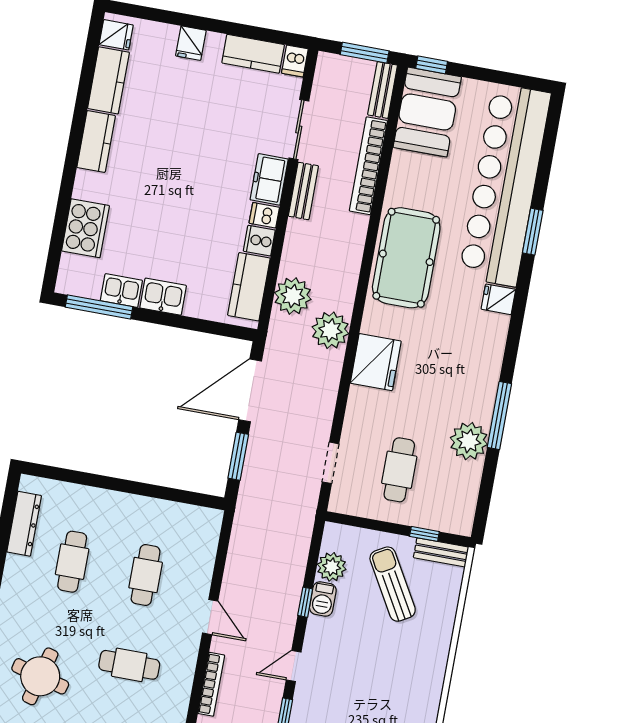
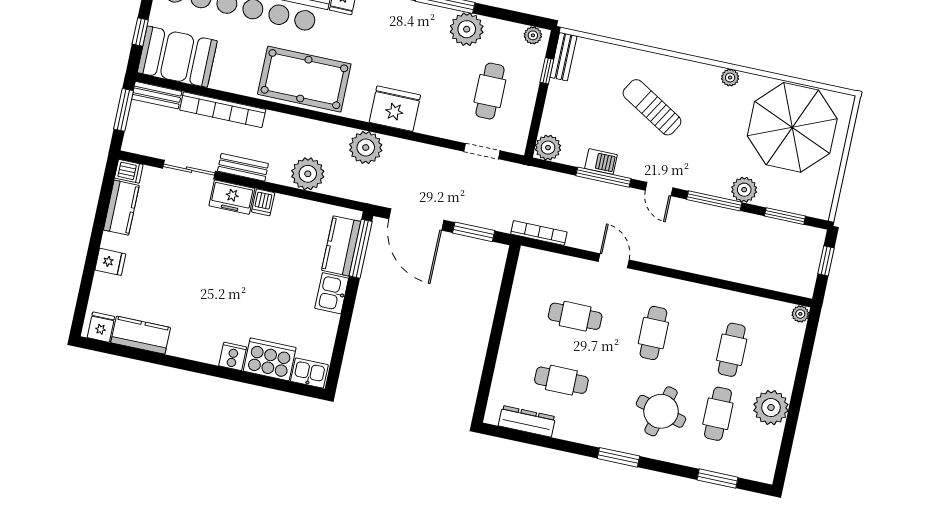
window: (432, 65) -> (140, 32), moved
kitchen counter: (96, 142) -> (194, 348), removed
cooker: (259, 241) -> (233, 356), moved, turned 180
kitchen counter: (249, 287) -> (341, 246), moved, turned 90
kitchen sink: (121, 291) -> (309, 373), moved, turned 90
plant: (293, 296) -> (308, 174), moved
window: (99, 307) -> (361, 249), moved
cafe table: (399, 470) -> (490, 91), turned 90
plant: (464, 517) -> (533, 35), added
plant: (332, 567) -> (548, 148), moved
sun lounger: (393, 584) -> (652, 107), moved, turned 61
window: (305, 602) -> (603, 177), width x2.17
door: (210, 617) -> (614, 261), hinge flipped
bookcase: (211, 684) -> (539, 233), moved

